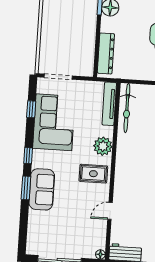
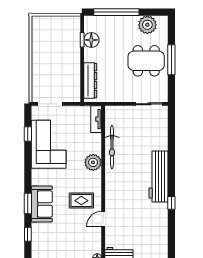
tv unit: (109, 104) -> (96, 119), width x0.71
bicycle: (127, 108) -> (112, 147), moved
window: (28, 156) -> (28, 234), moved
rug: (93, 174) -> (81, 201), moved

